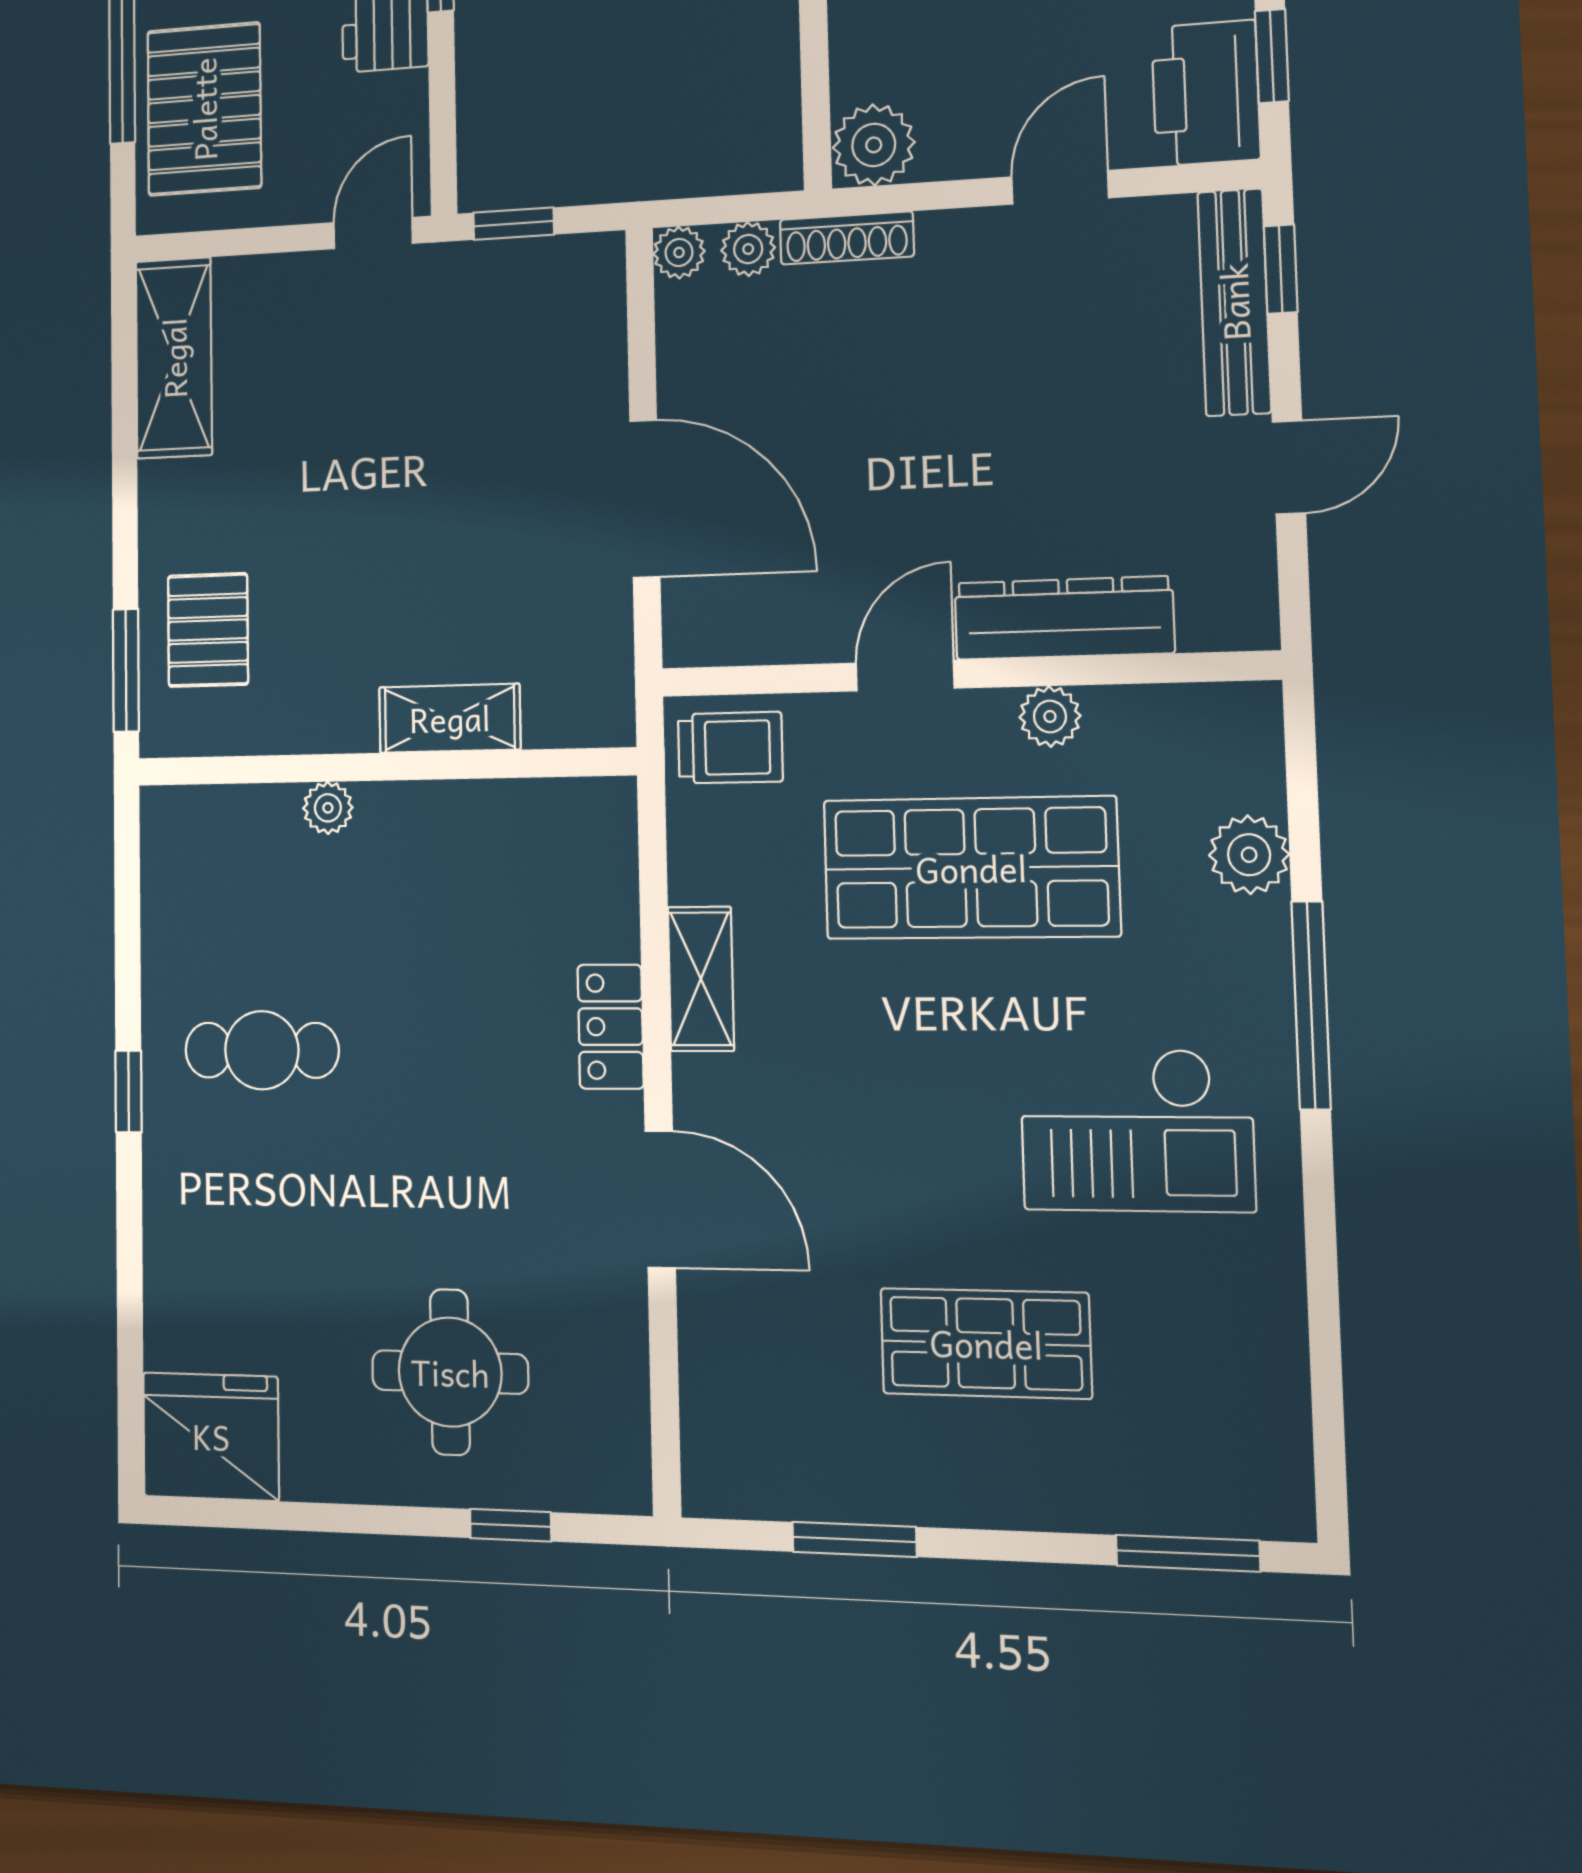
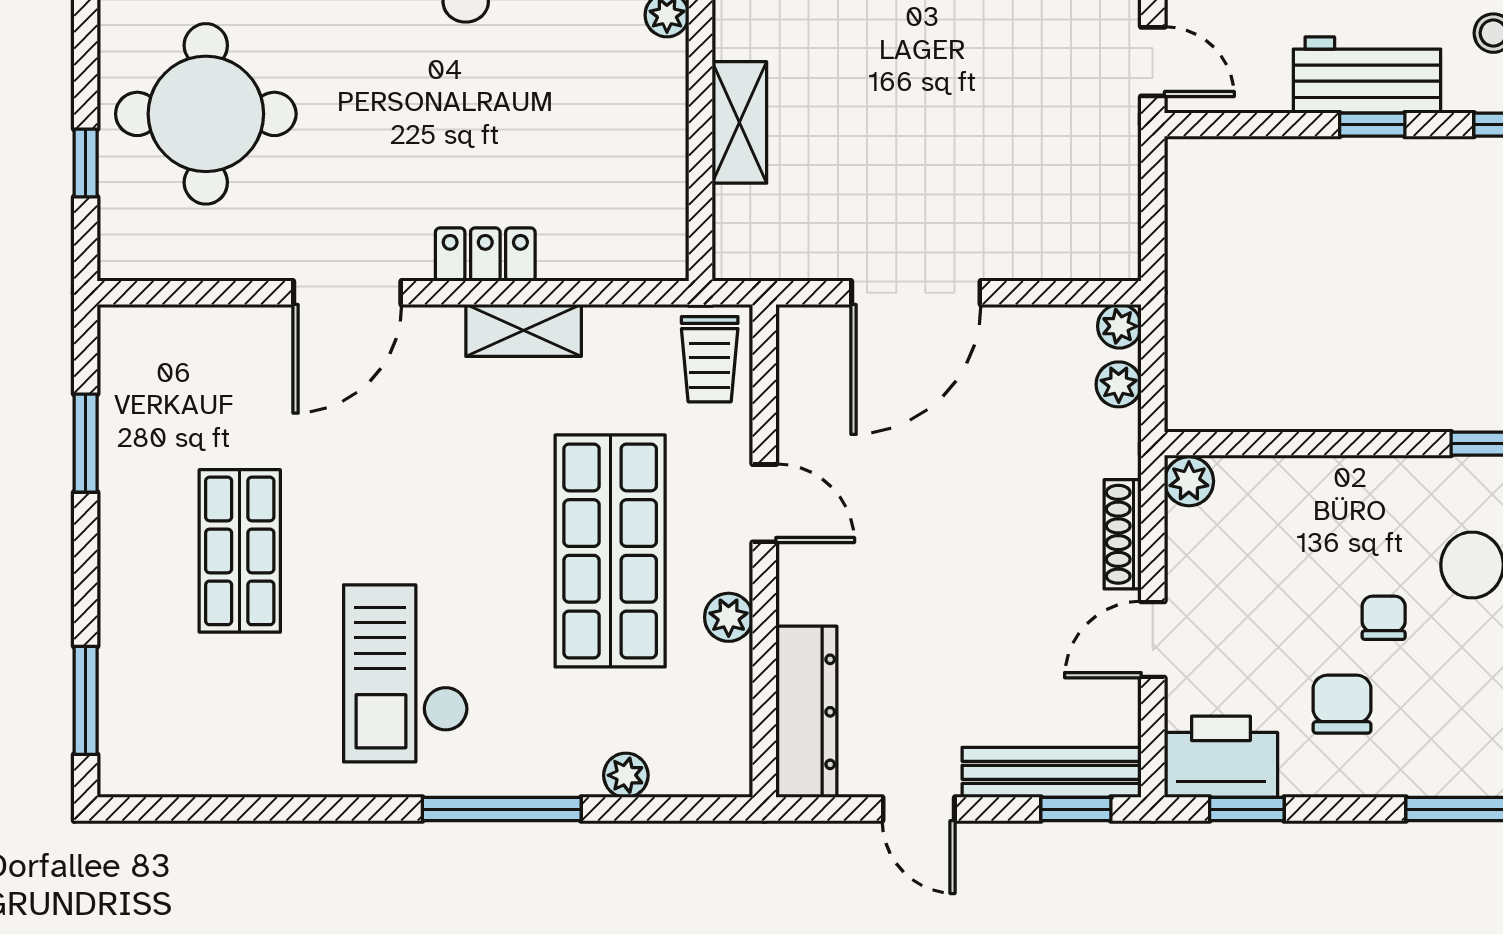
plant: (874, 145) -> (1189, 481), width x0.73, depth x0.73
door: (1060, 187) -> (1153, 639), swing flipped
window: (514, 224) -> (1153, 185), removed
shoe rack: (847, 238) -> (1123, 534), moved
dresser: (1064, 618) -> (806, 712), moved
plant: (1249, 855) -> (626, 775), width x0.73, depth x0.73
round table: (450, 1372) -> (206, 114), width x1.36, depth x1.36

